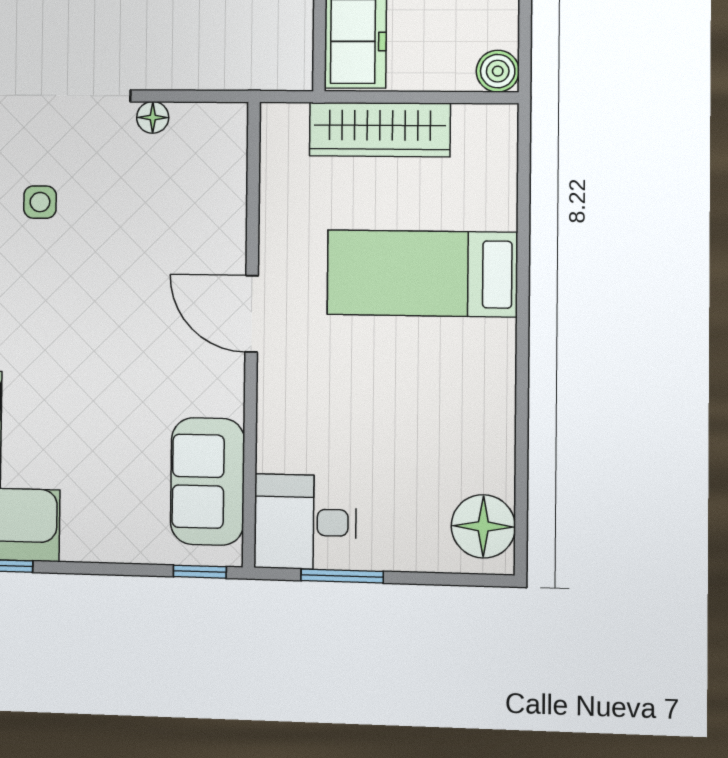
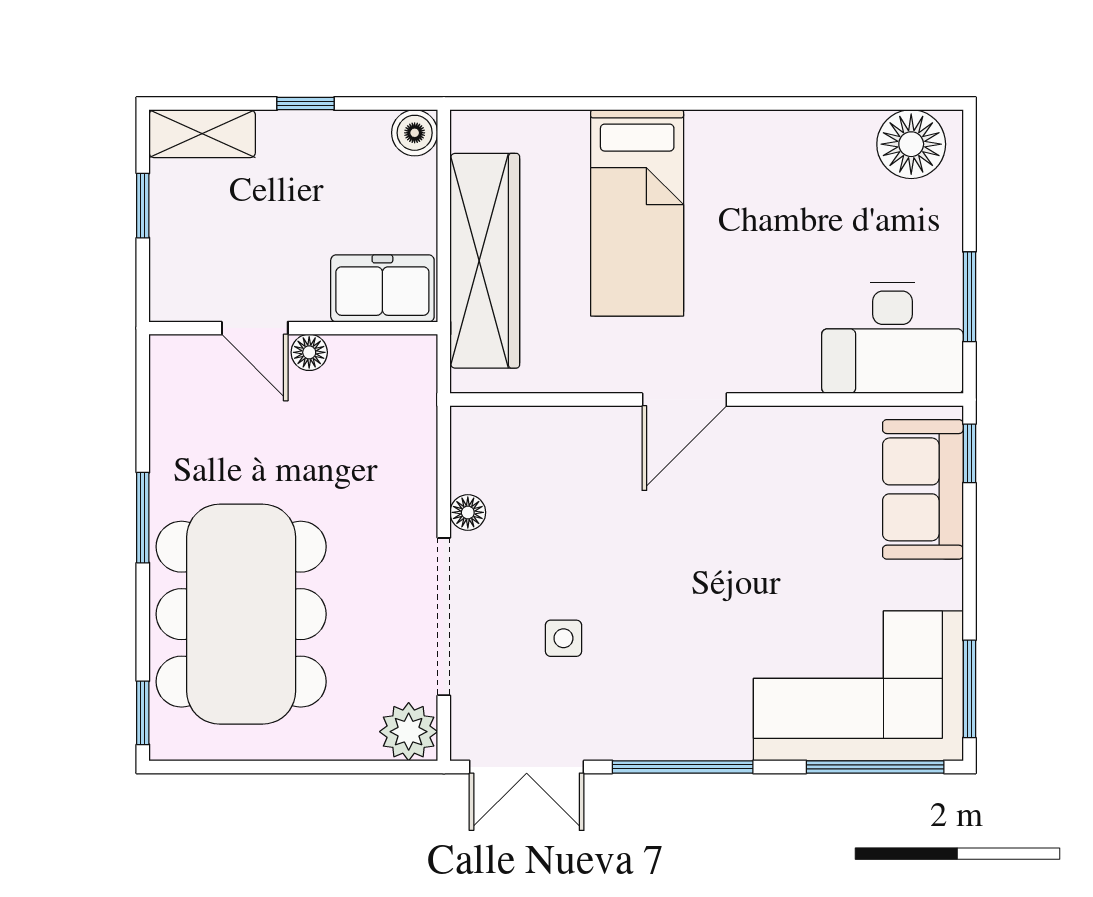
wardrobe: (380, 130) -> (485, 261), width x1.40, depth x1.17
sofa: (208, 481) -> (923, 489), moved, turned 90
desk: (305, 522) -> (892, 338), width x1.37

